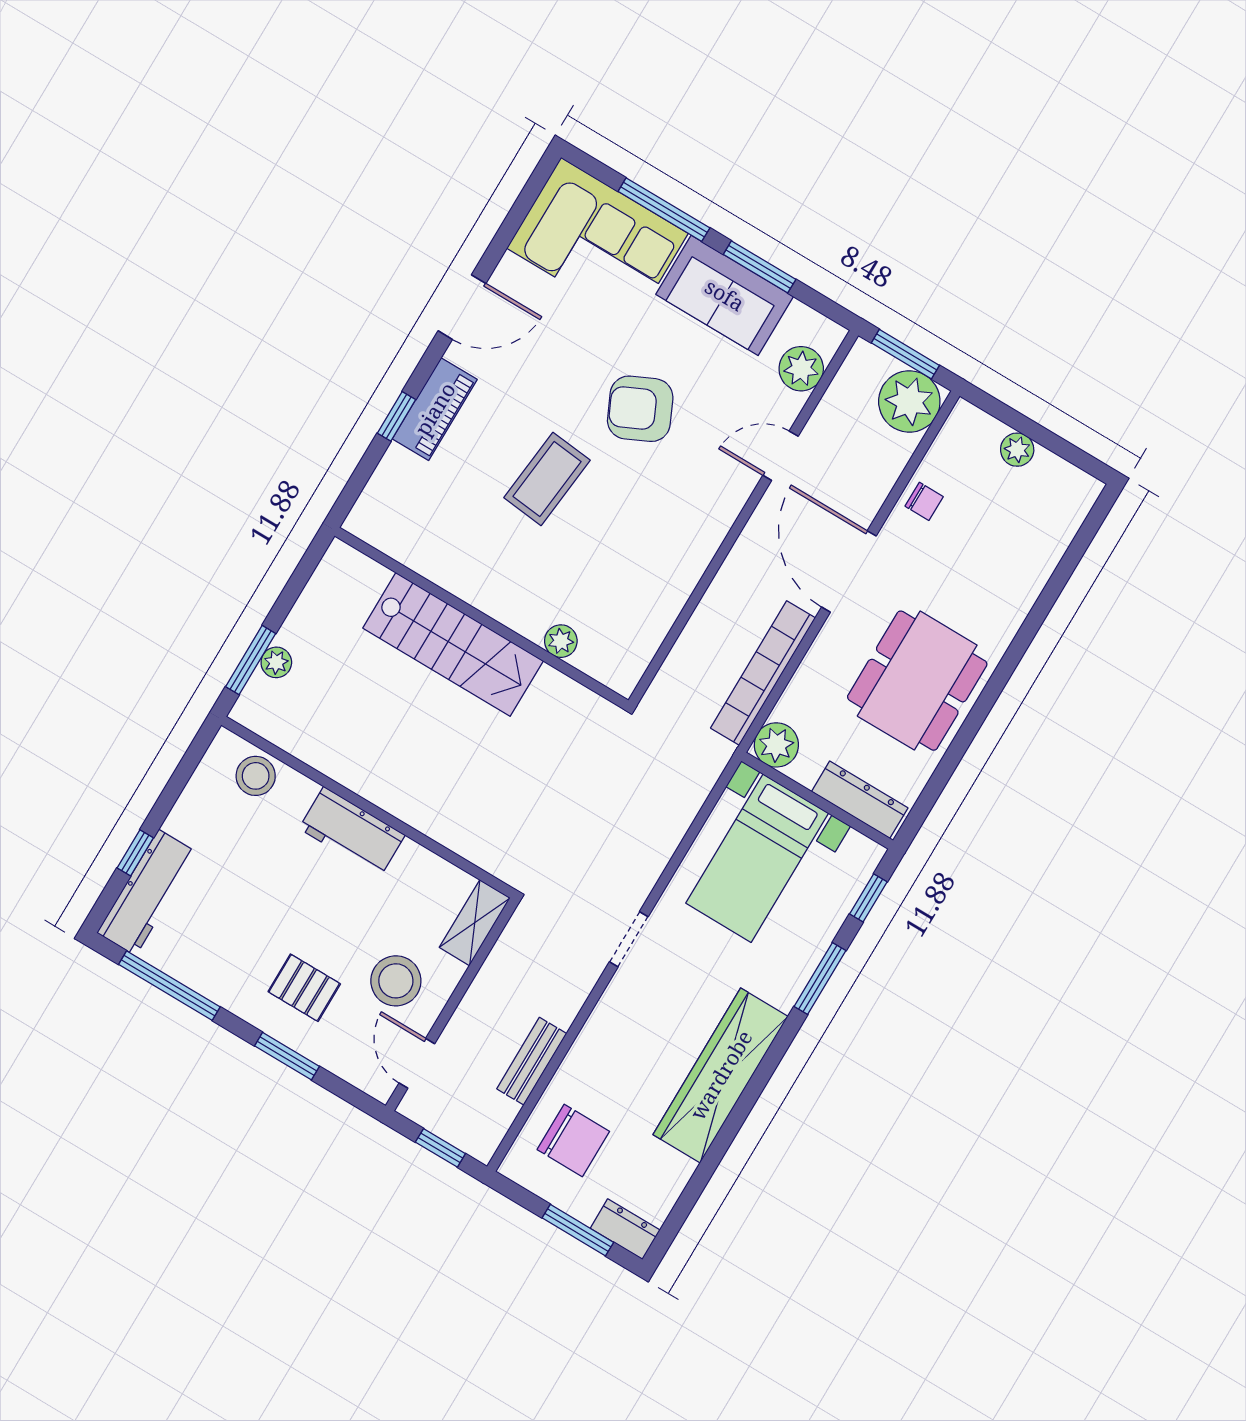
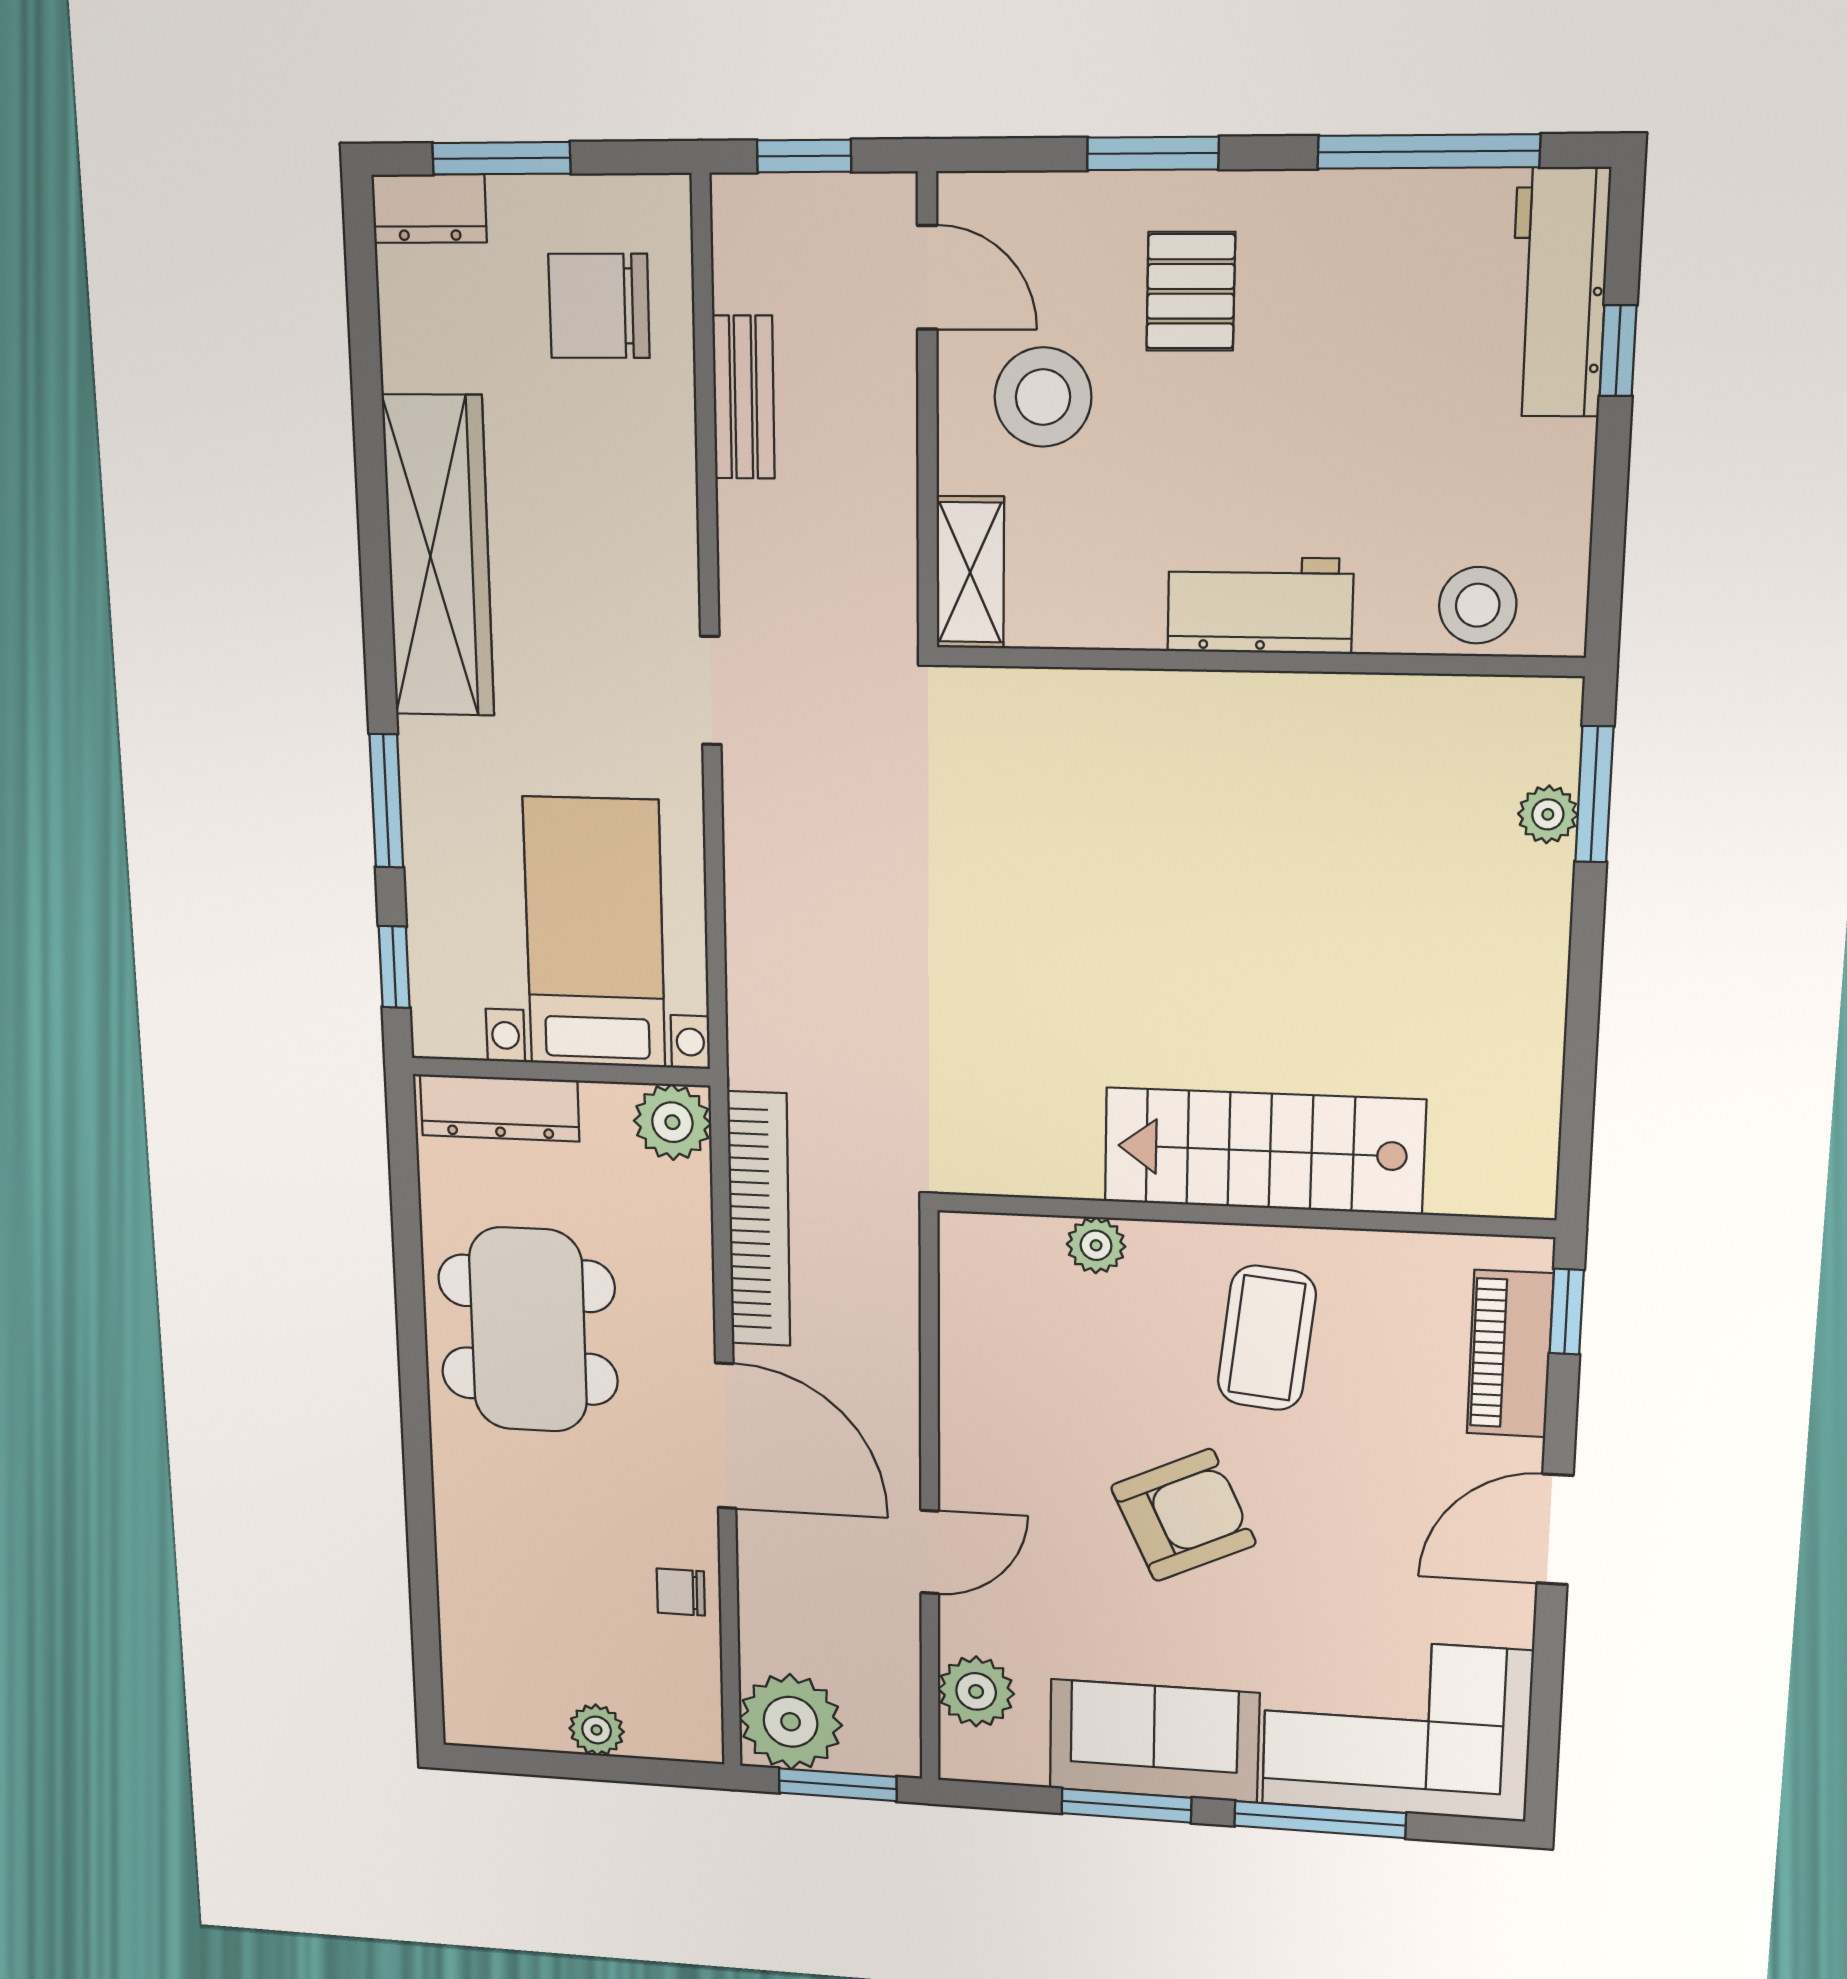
wall: (481, 618) -> (1242, 1215), moved
plant: (561, 641) -> (1096, 1245), moved
stairs: (453, 644) -> (1264, 1151), moved
pallet: (304, 988) -> (1191, 291), turned 90

